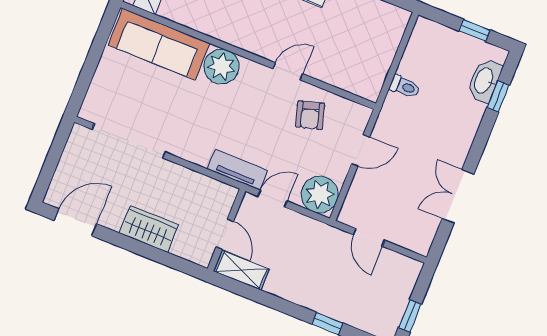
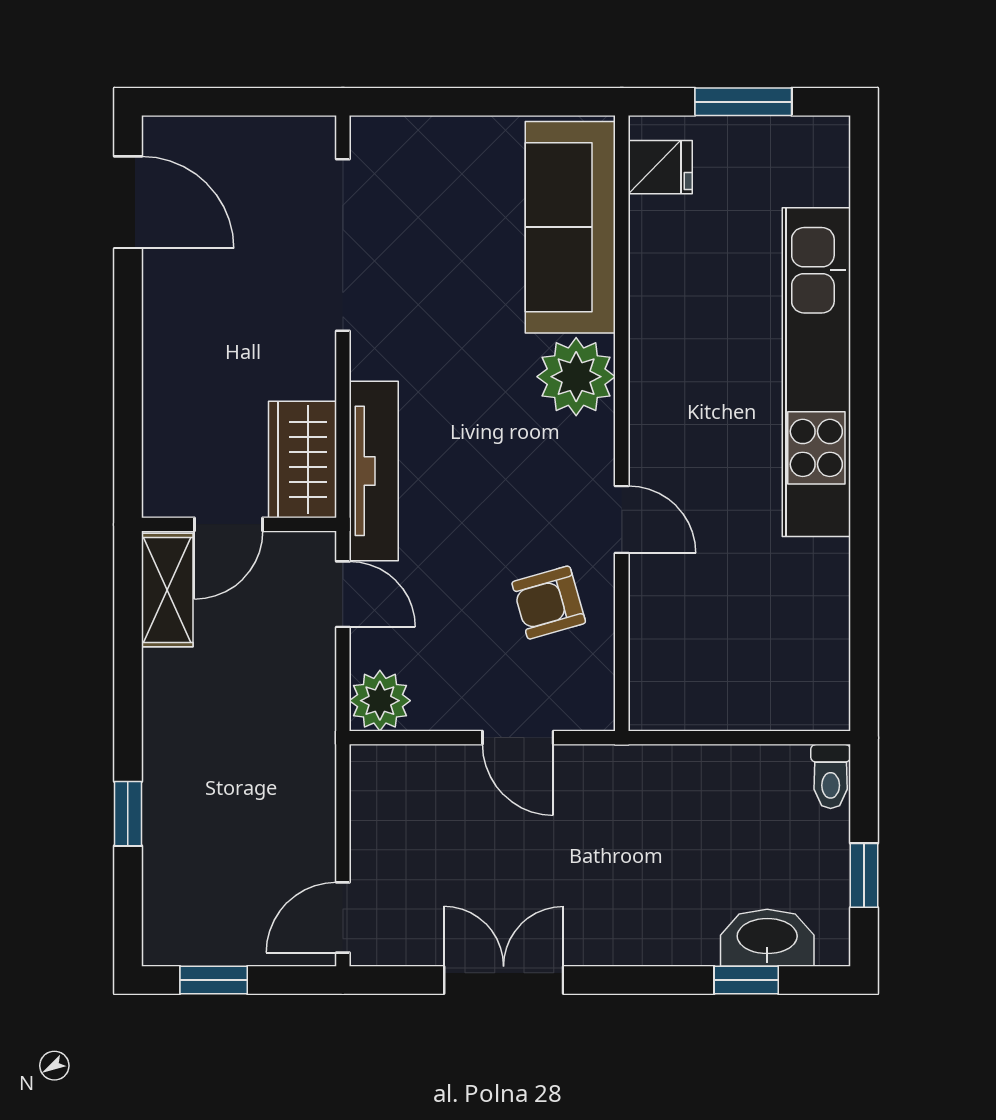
toilet: (405, 87) -> (831, 776), moved
tv unit: (238, 170) -> (374, 471), width x1.41
plant: (320, 195) -> (380, 701), width x0.73, depth x0.73
wardrobe: (149, 229) -> (302, 459), moved, turned 180
door: (369, 237) -> (343, 918), moved

